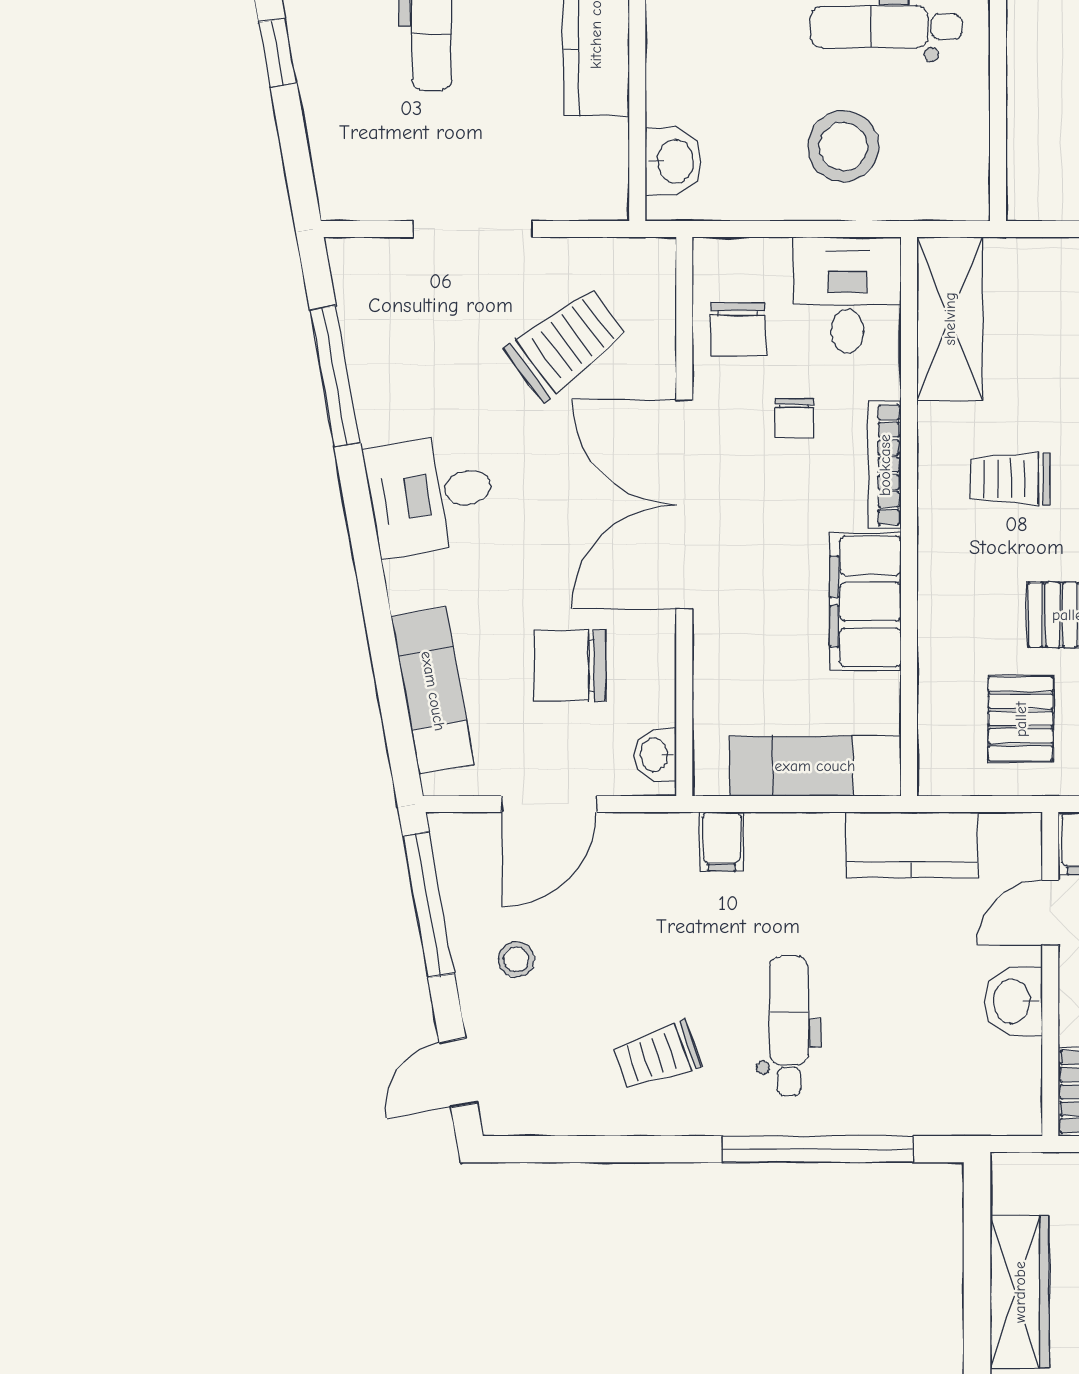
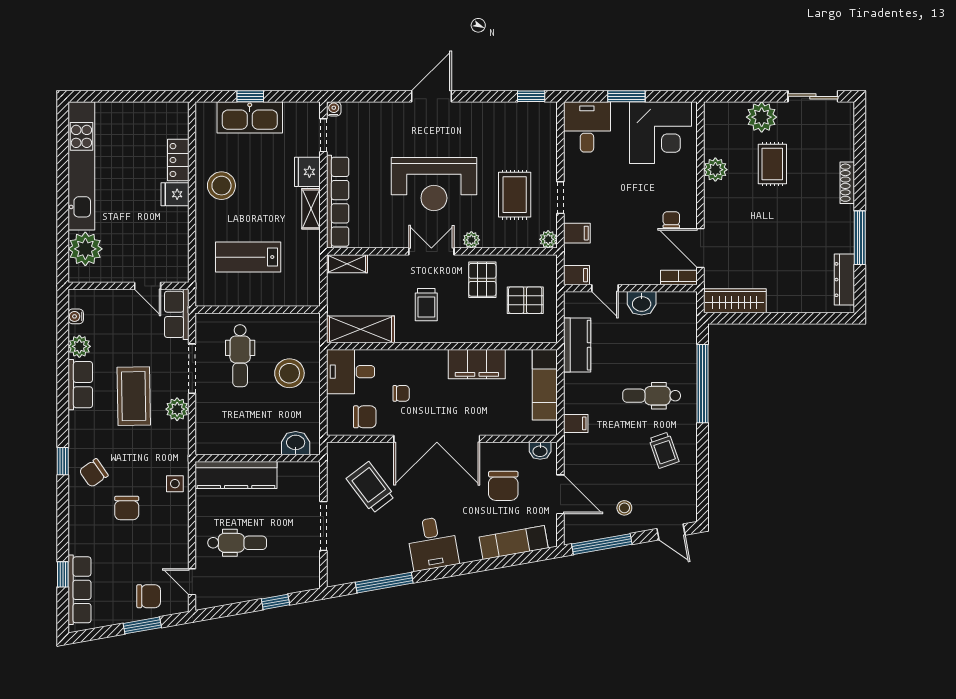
window: (278, 53) -> (276, 602), moved
bookcase: (885, 465) -> (421, 356), removed
wardrobe: (1020, 1292) -> (735, 301), moved

